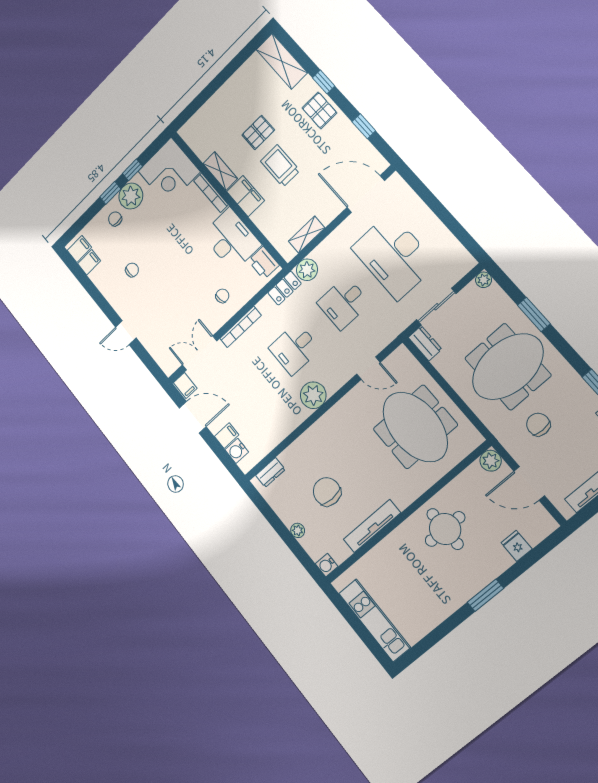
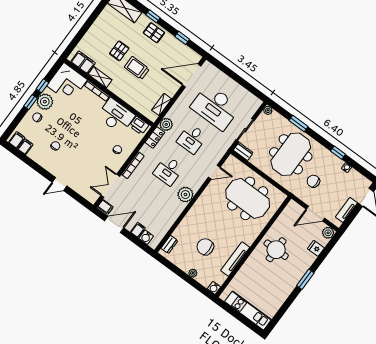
filing cabinet: (246, 196) -> (83, 62), moved
plant: (491, 461) -> (328, 233), moved

